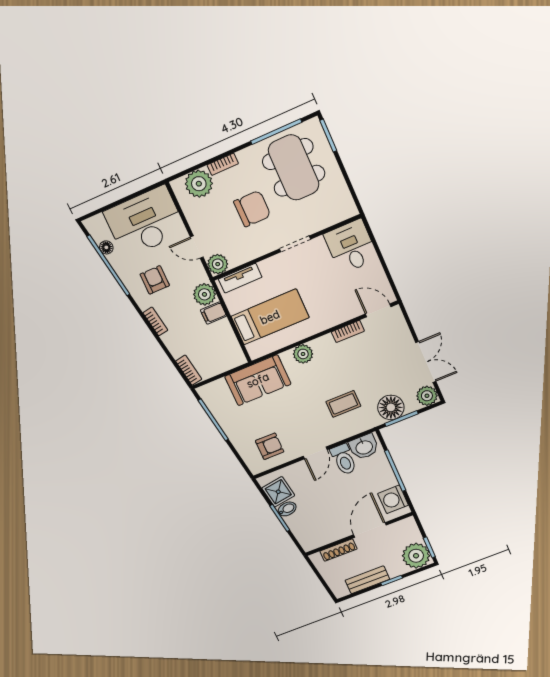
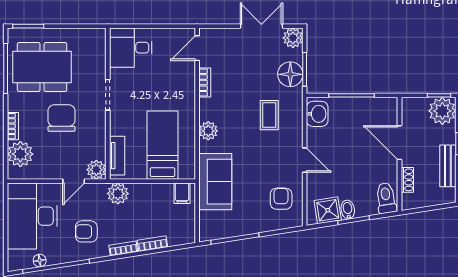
filing cabinet: (213, 313) -> (182, 193), moved
bookcase: (189, 370) -> (152, 244), moved
toilet: (344, 459) -> (386, 198), moved, turned -99
washing machine: (393, 499) -> (378, 109), removed
shoe rack: (338, 550) -> (407, 180), width x0.70

